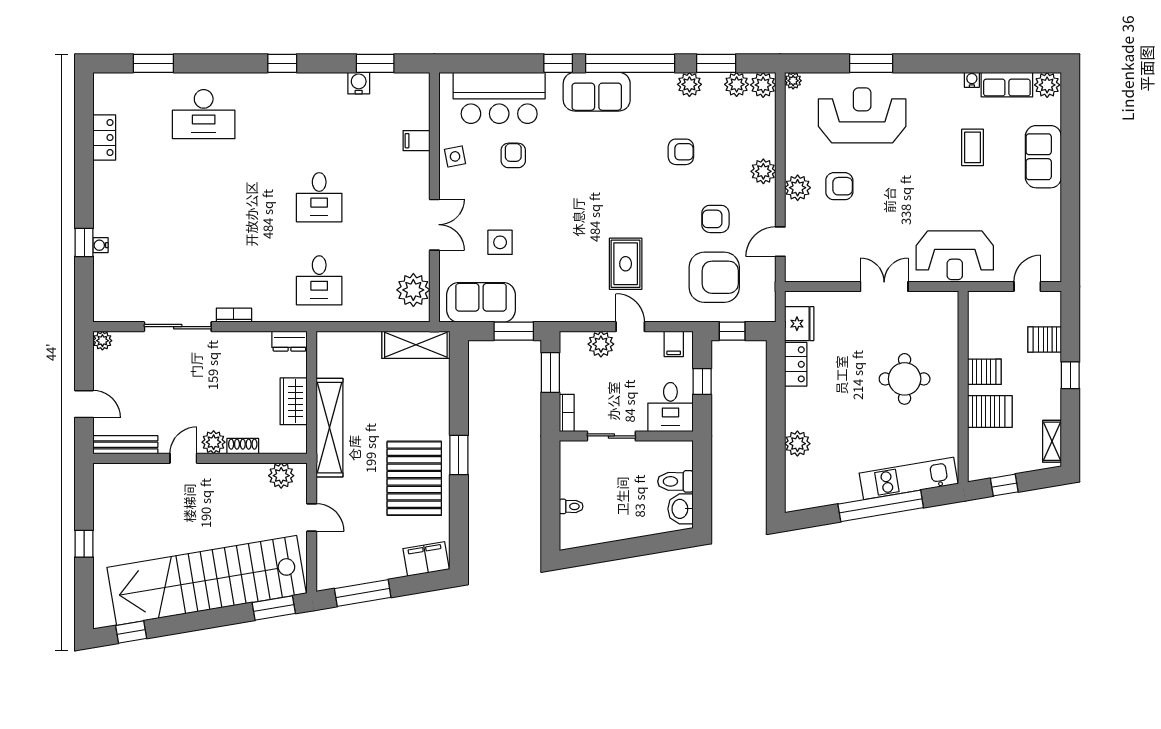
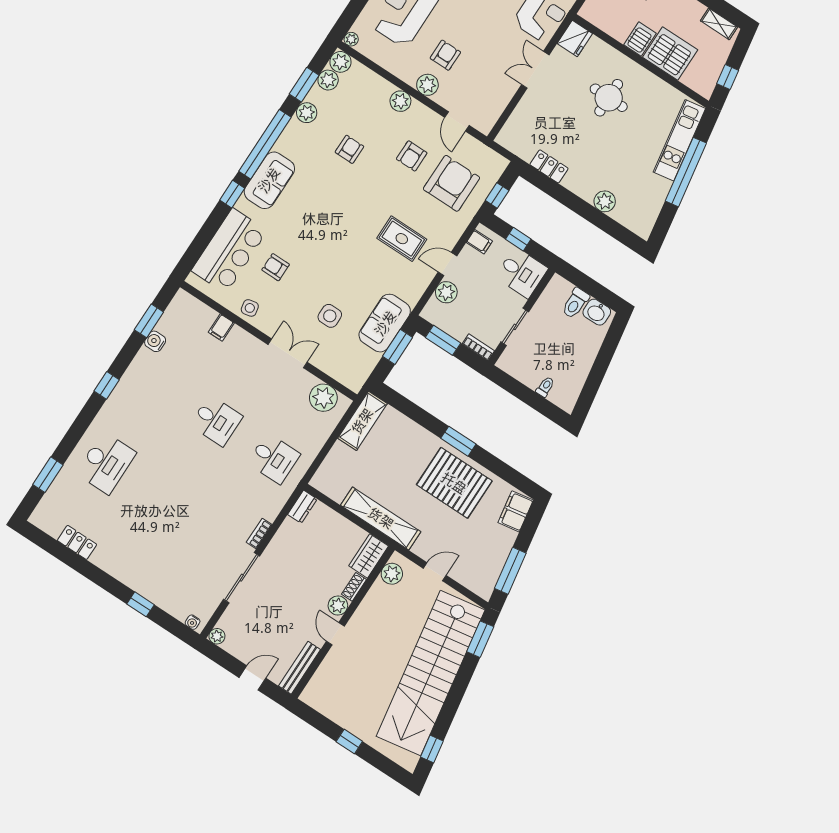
water cooler: (101, 245) -> (193, 622), moved
sofa: (481, 302) -> (385, 323), moved
fridge: (799, 324) -> (575, 38), moved, turned 90
wardrobe: (294, 401) -> (369, 556), moved, turned 90
server rack: (990, 412) -> (670, 53), width x1.60

